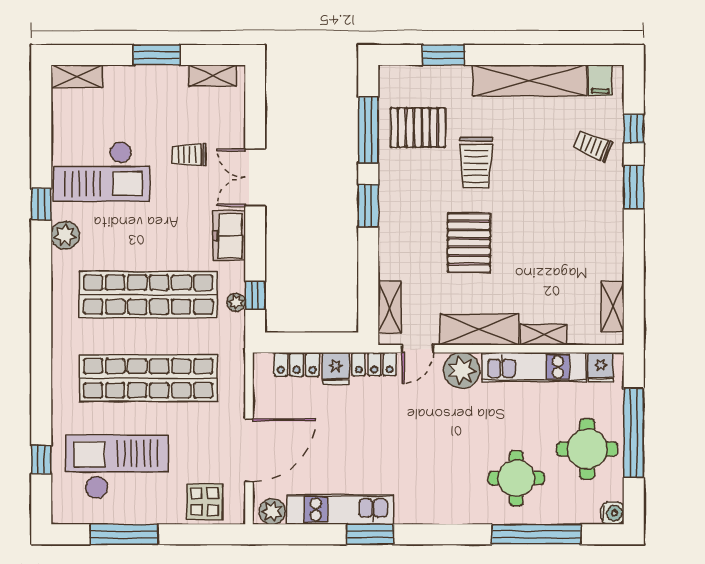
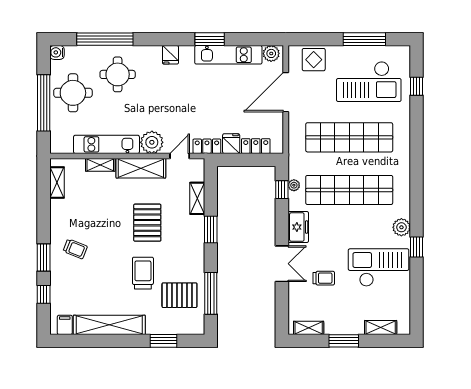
shelving: (76, 76) -> (381, 327), moved
trolley: (593, 146) -> (75, 249), moved
window: (368, 206) -> (211, 230), moved
shelving: (390, 307) -> (197, 198), moved
fridge: (601, 367) -> (170, 55), moved, turned 180

